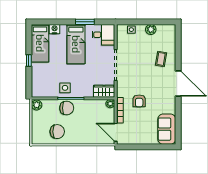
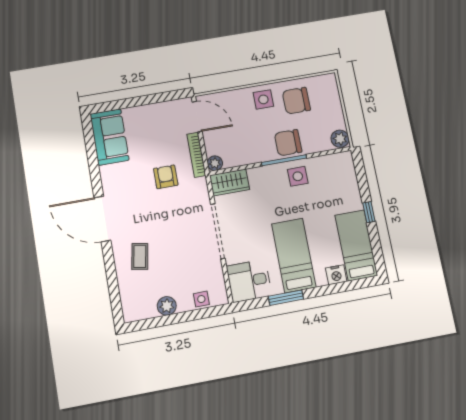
side table: (76, 136) -> (263, 99), added

